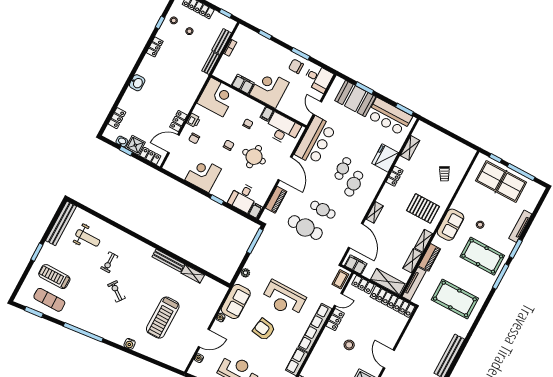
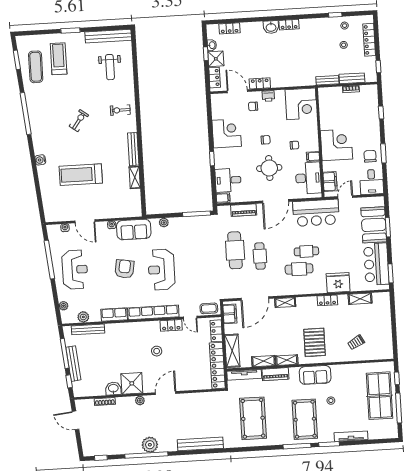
locker: (155, 47) -> (289, 25), moved
filing cabinet: (243, 84) -> (330, 182), moved
exercise bike: (109, 262) -> (120, 110), moved

